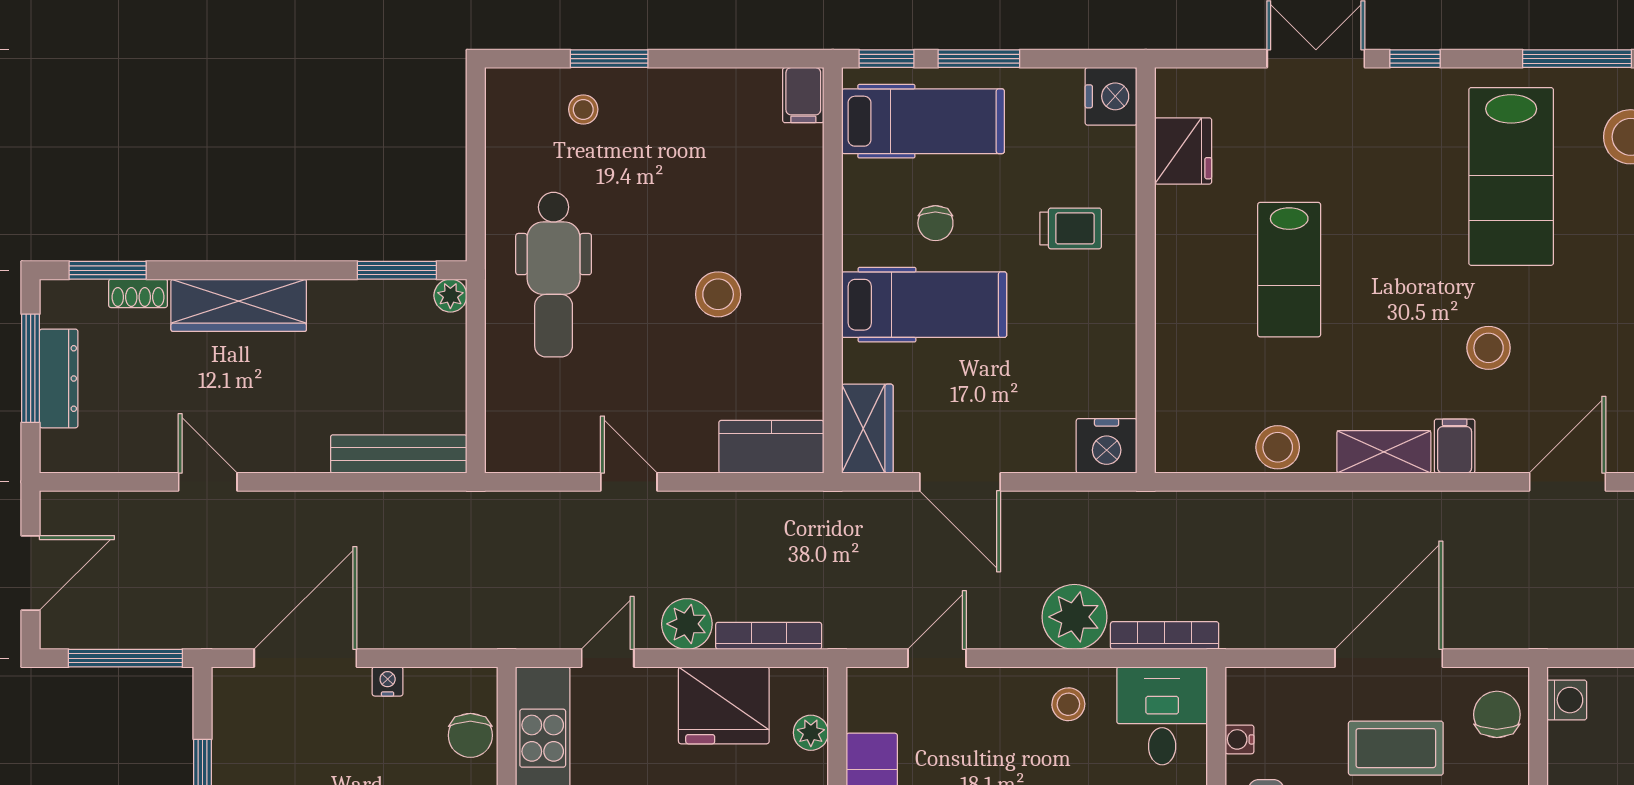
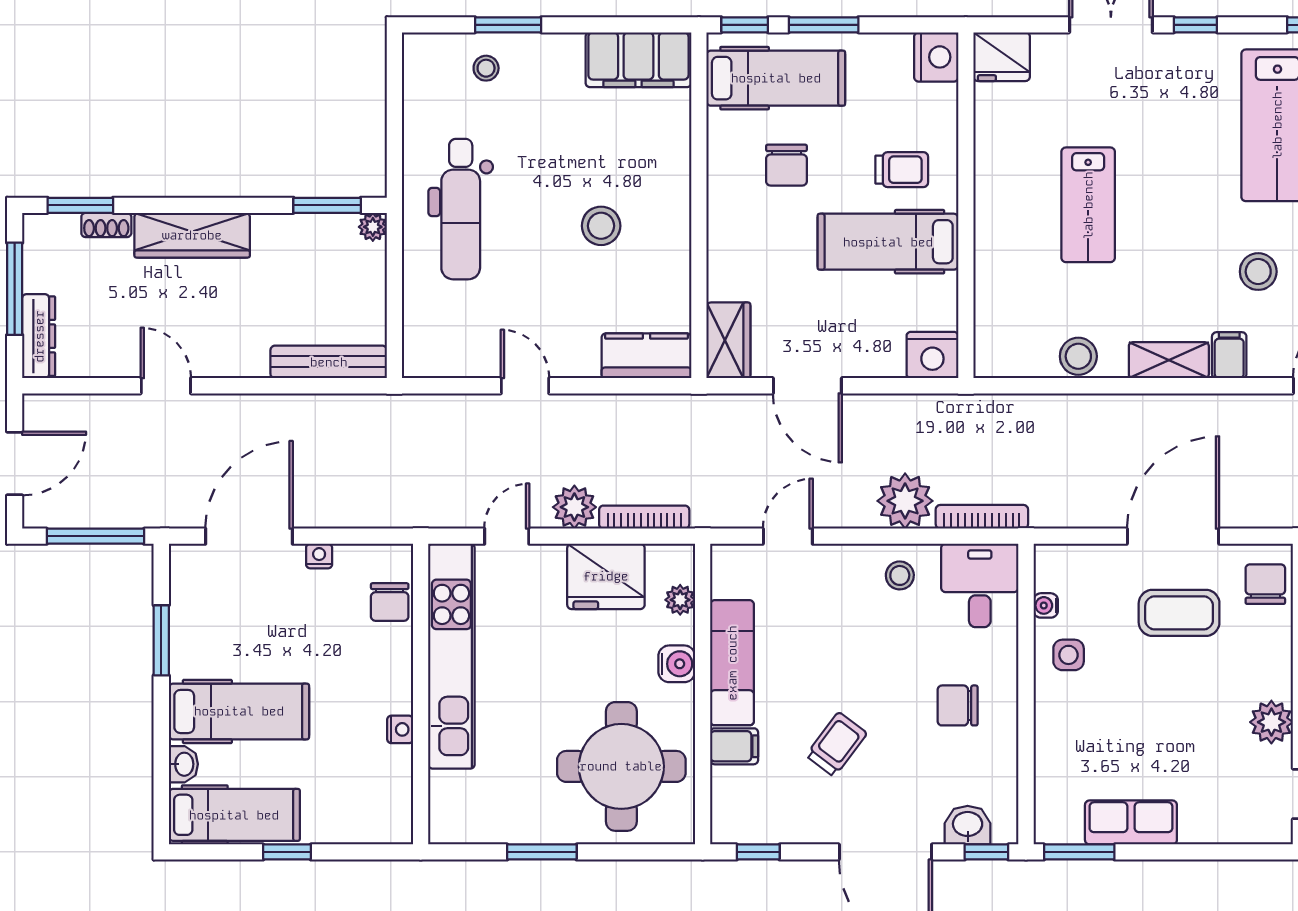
filing cabinet: (803, 95) -> (638, 60), width x3.00, depth x1.17
fridge: (1183, 151) -> (1002, 57), moved, turned 90
chair: (935, 223) -> (786, 165), width x1.37, depth x1.37
hospital bed: (924, 305) -> (888, 242), moved, turned 180
dresser: (59, 378) -> (39, 336), moved

